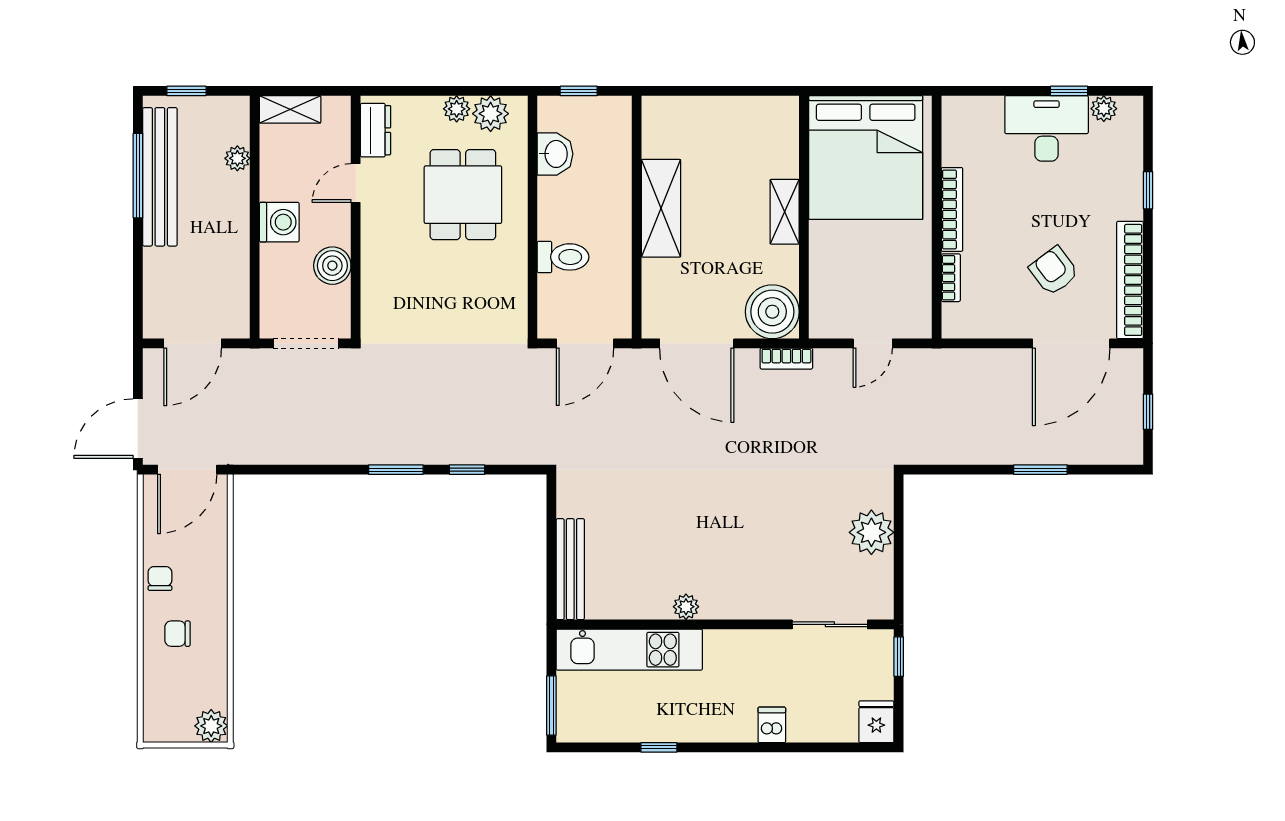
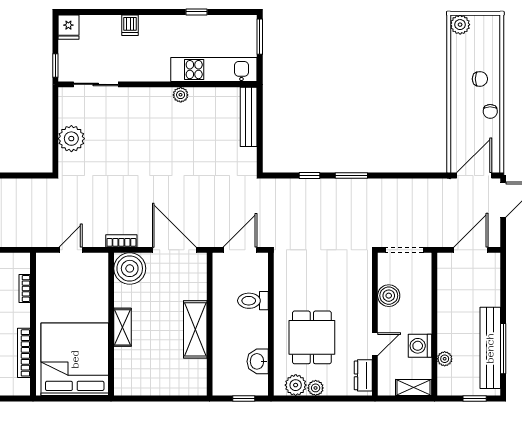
bookcase: (952, 209) -> (24, 353), moved
washing machine: (279, 222) -> (420, 346), moved

